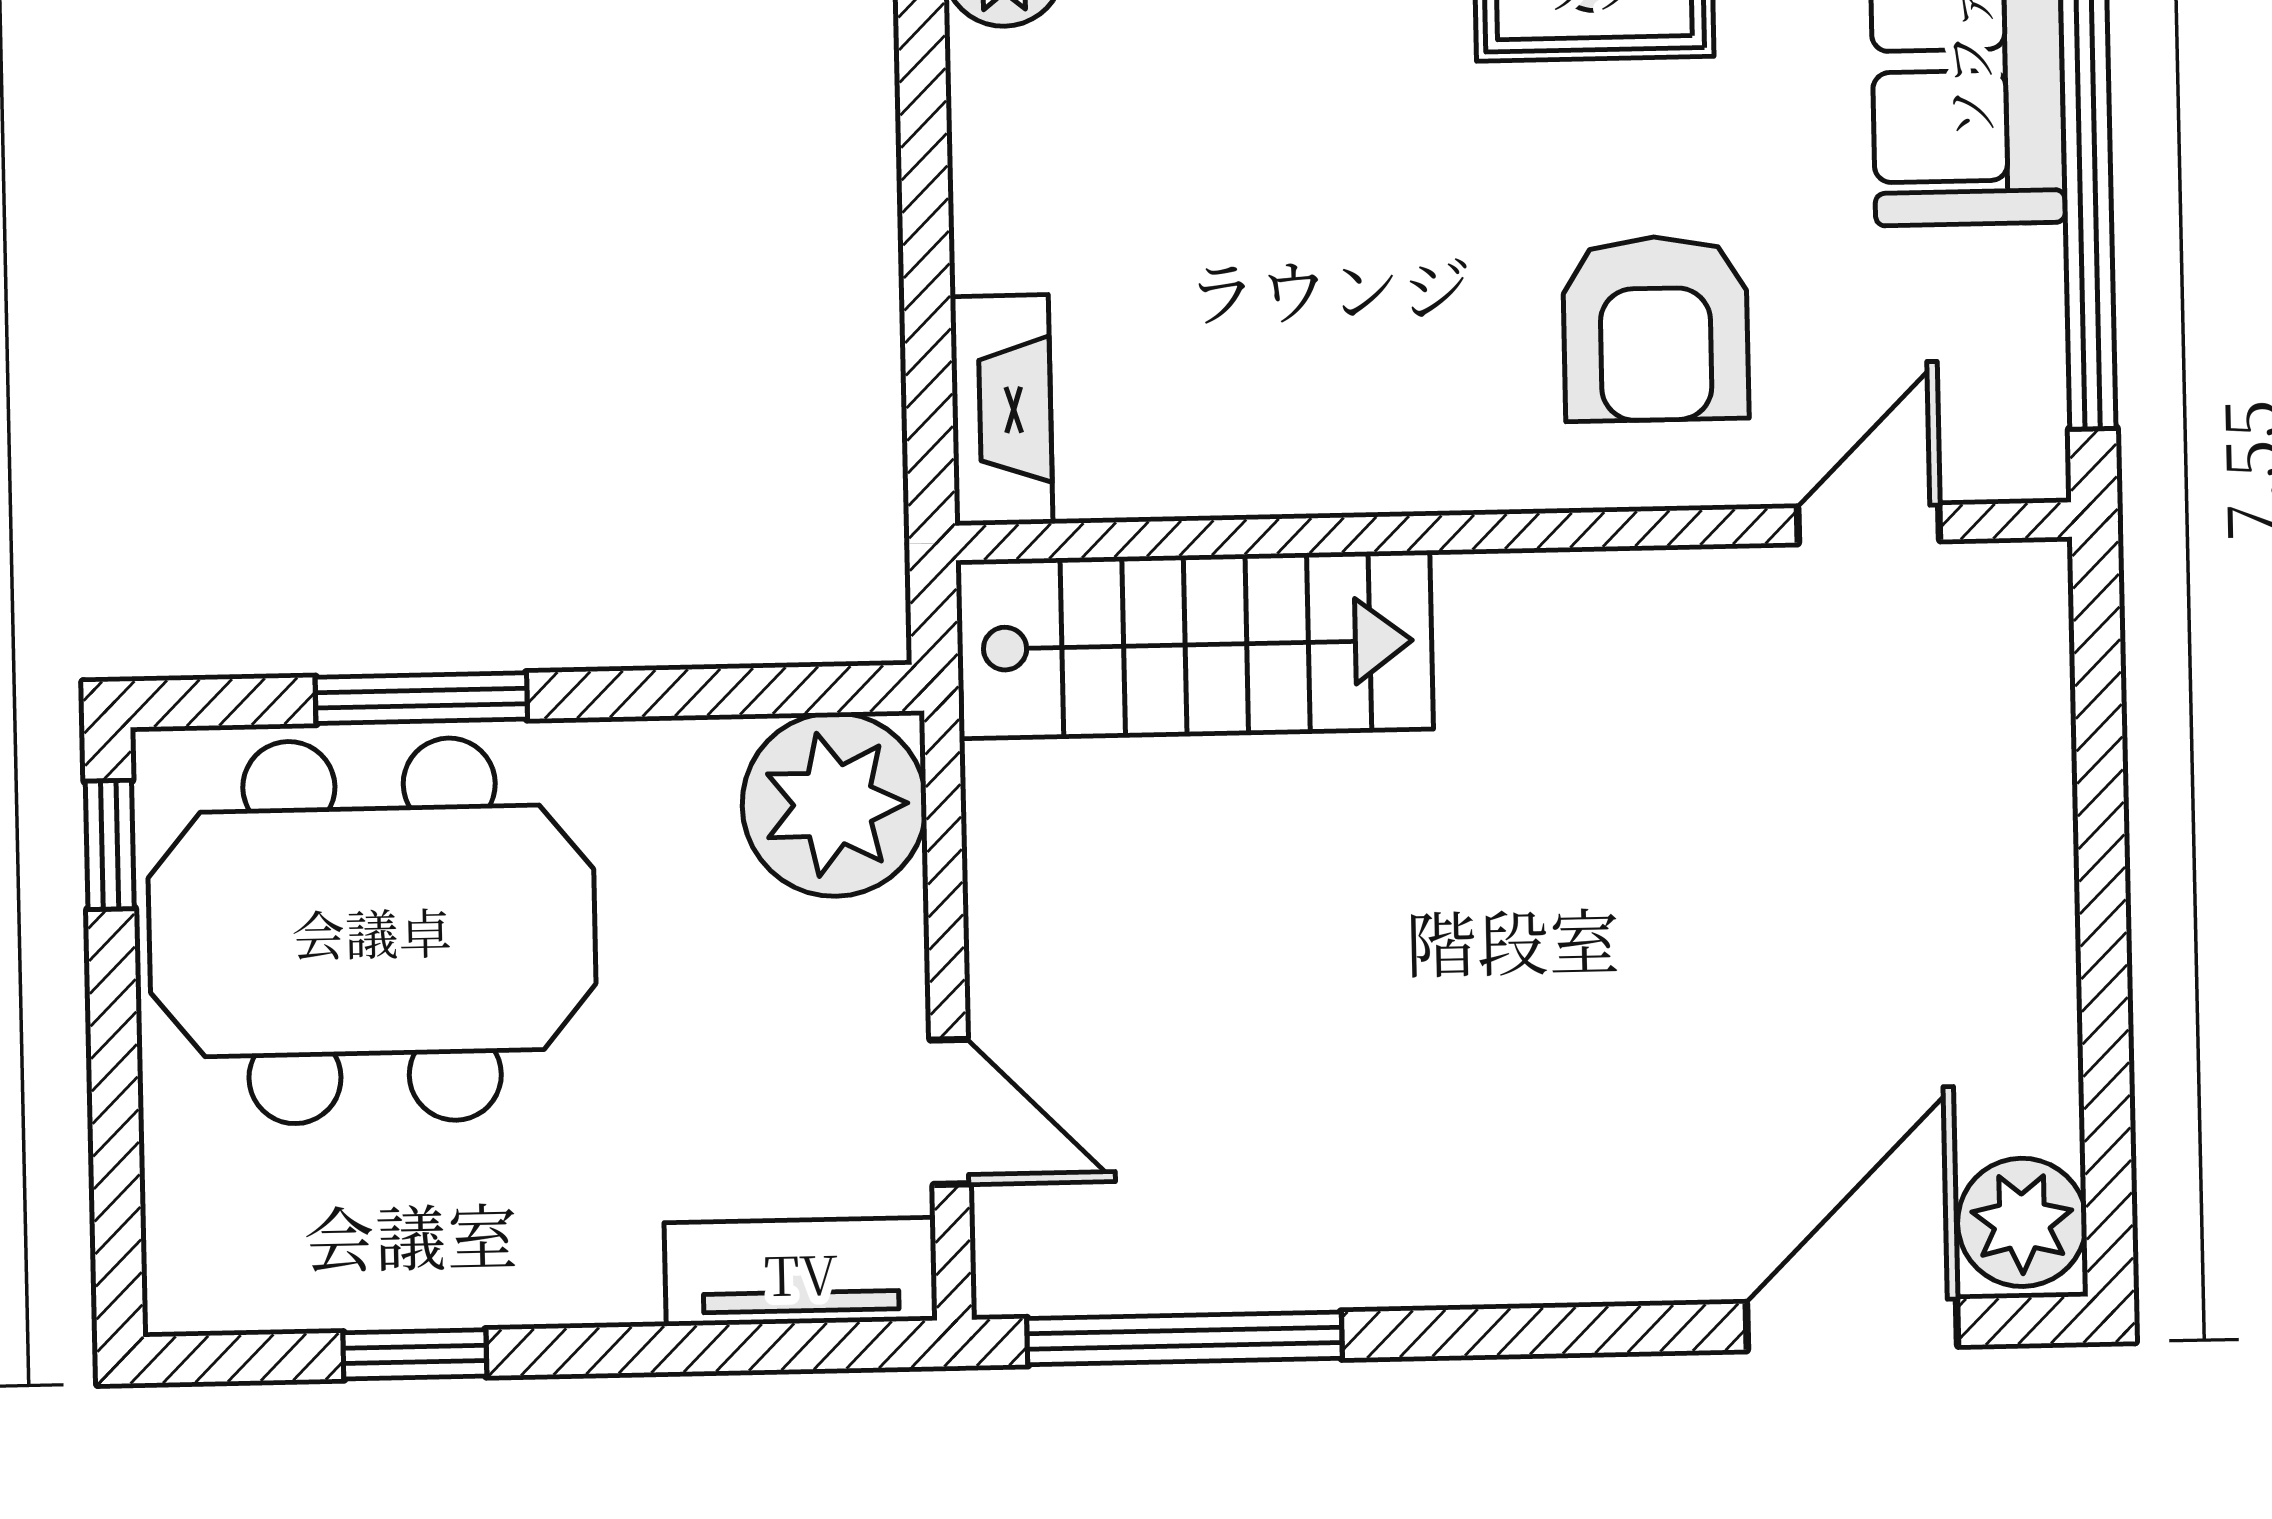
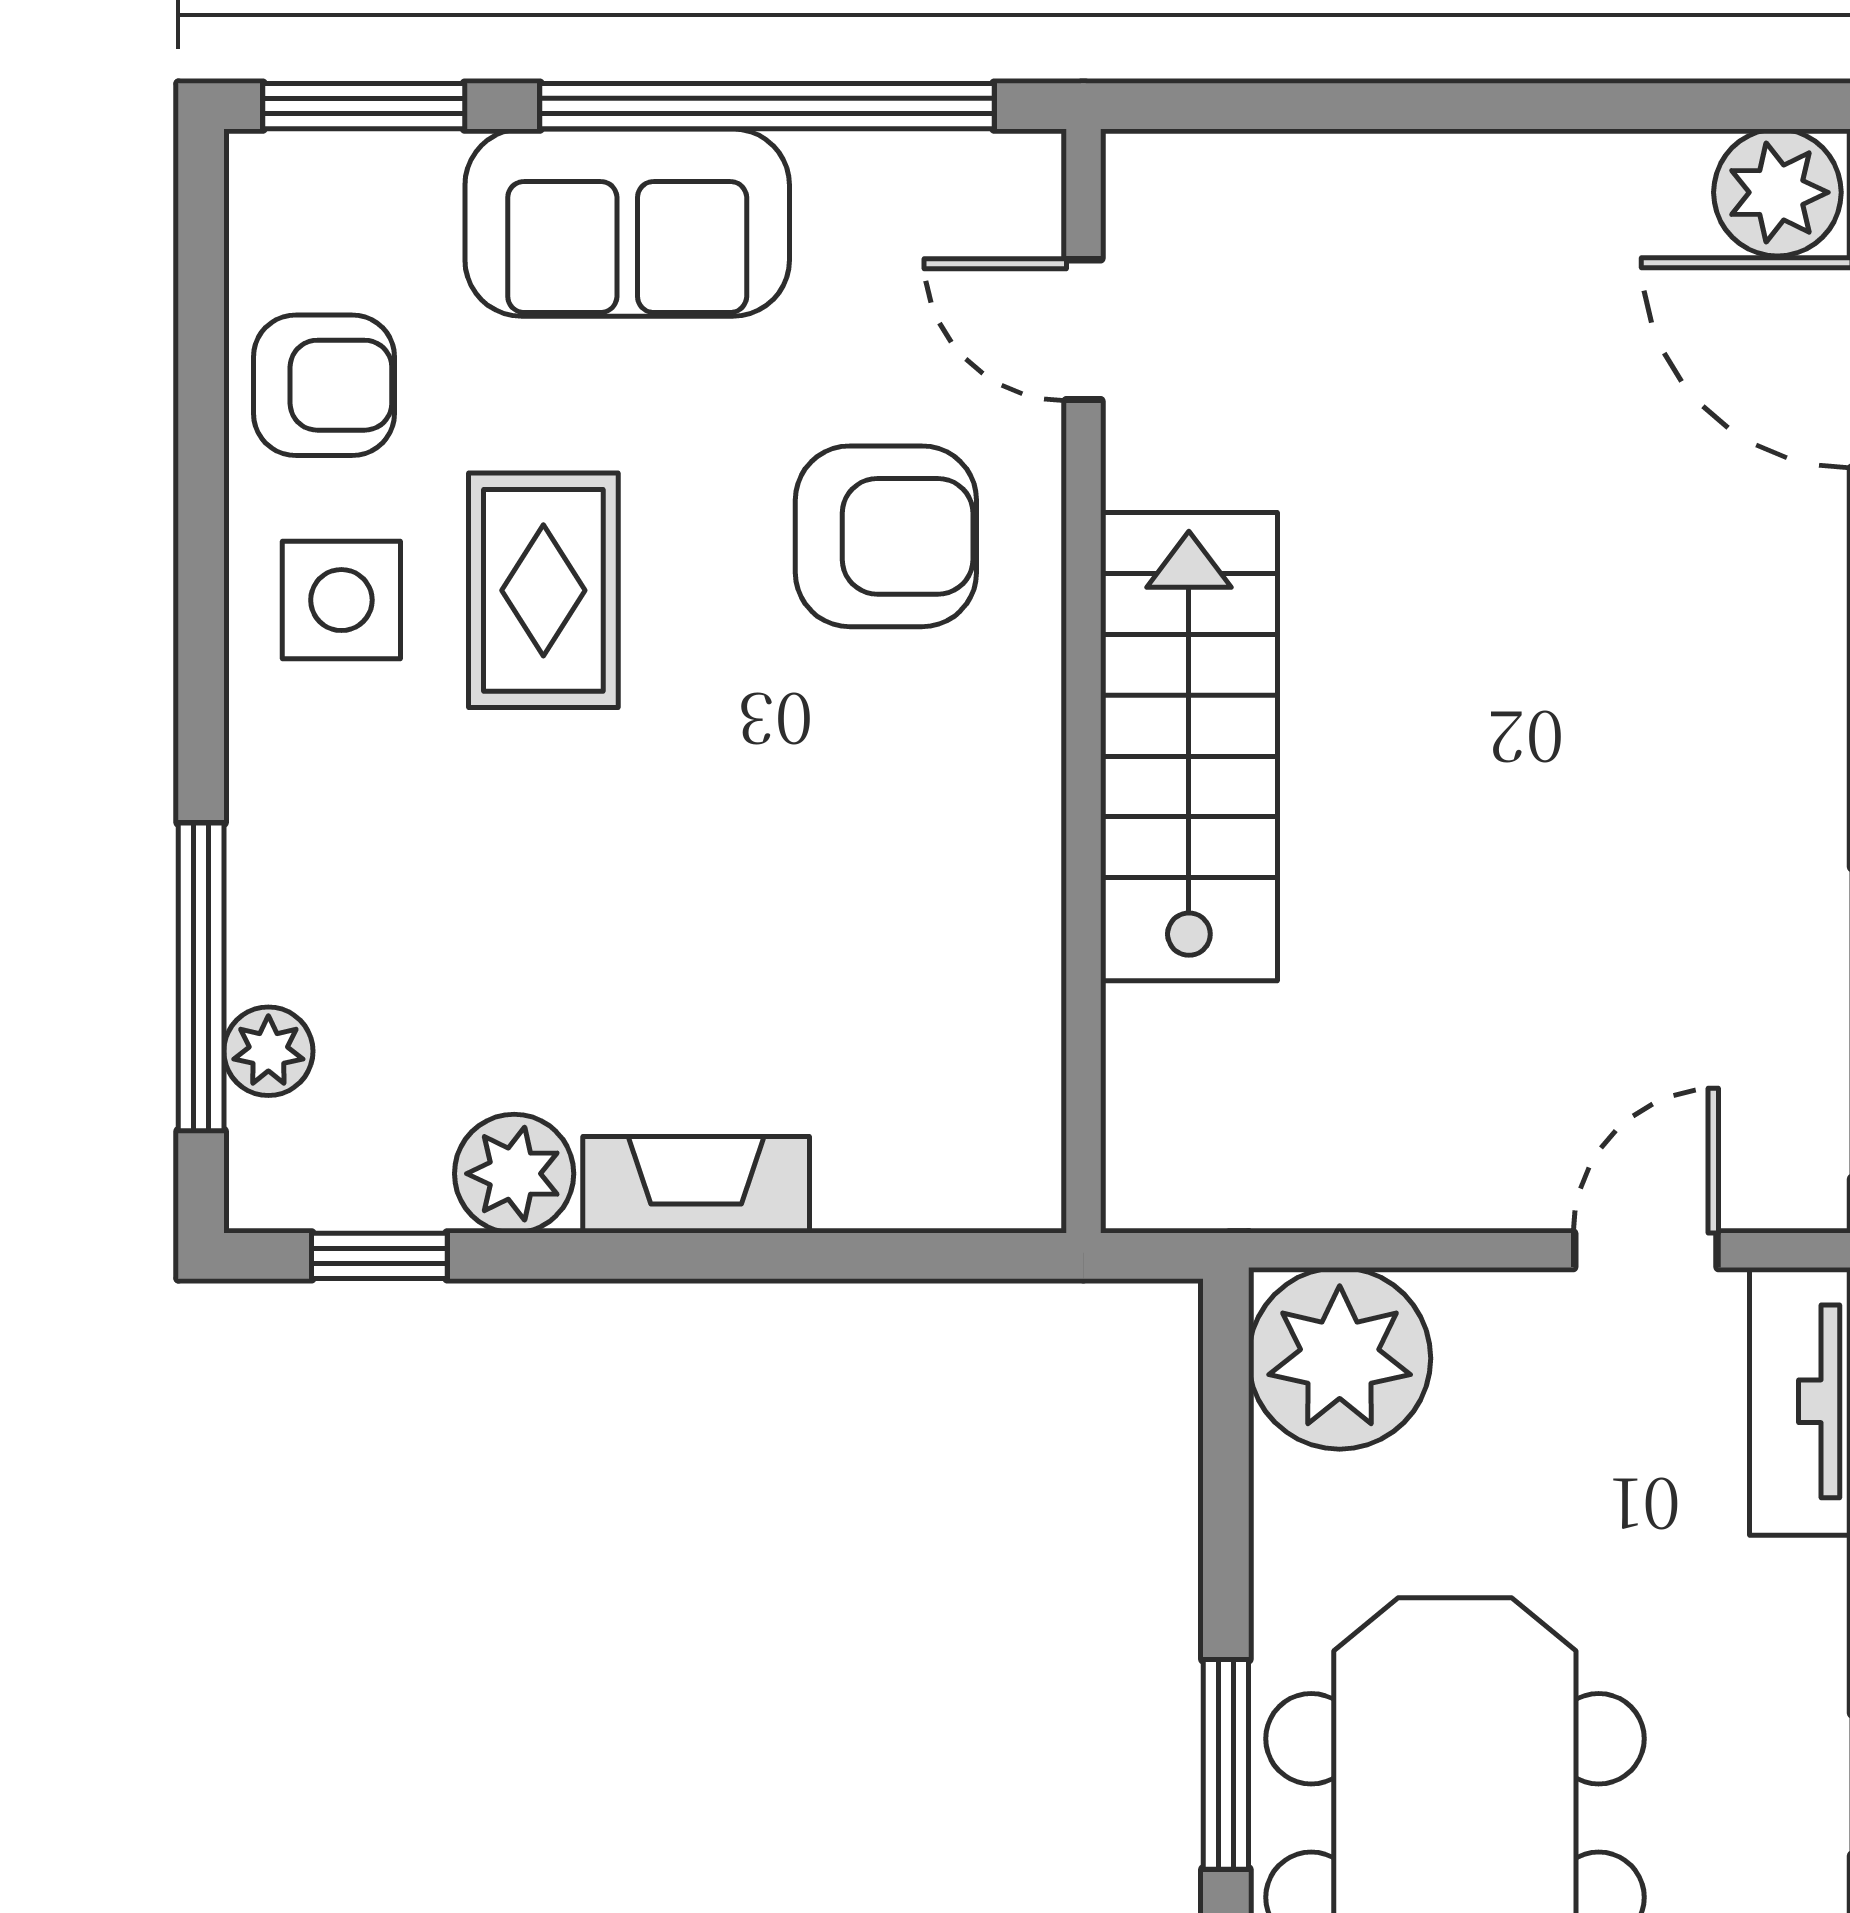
fireplace: (1002, 410) -> (696, 1185), moved
stairs: (1195, 645) -> (1189, 747), moved

